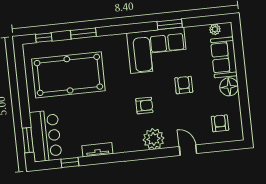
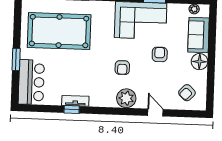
armchair: (144, 106) -> (122, 68), turned 90
armchair: (220, 123) -> (187, 93), turned -136
window: (28, 140) -> (16, 59), moved
window: (70, 163) -> (72, 109), moved

